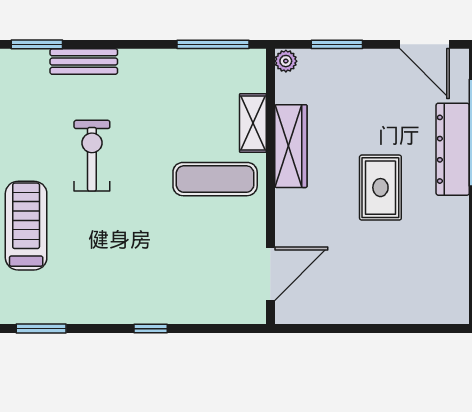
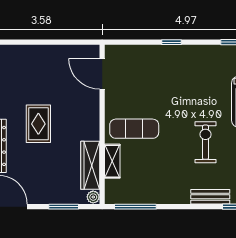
wardrobe: (291, 146) -> (90, 165), moved
exercise bike: (92, 156) -> (206, 142), turned 180
door: (270, 274) -> (102, 74), hinge flipped

